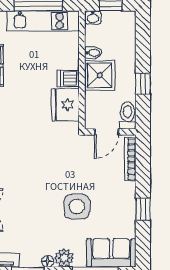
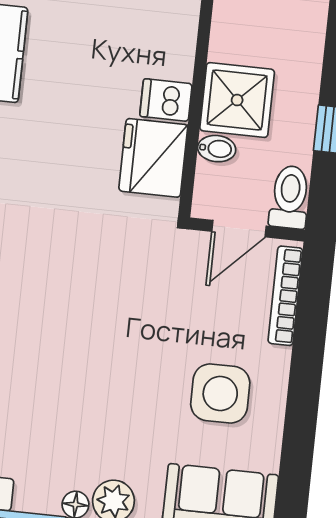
bidet: (93, 53) -> (217, 149), moved
side table: (77, 207) -> (220, 393), moved
window: (143, 209) -> (302, 411), removed

